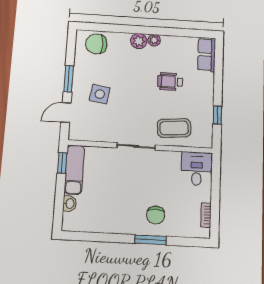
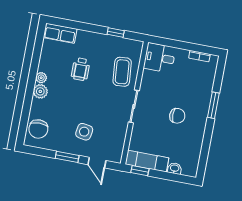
chair: (156, 215) -> (177, 116), moved

